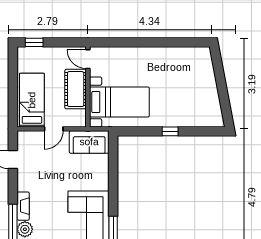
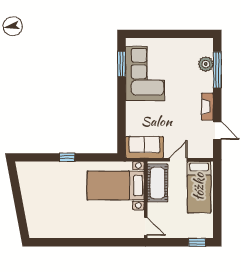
cot: (76, 89) -> (157, 183), moved
fireplace: (23, 206) -> (207, 107), moved

